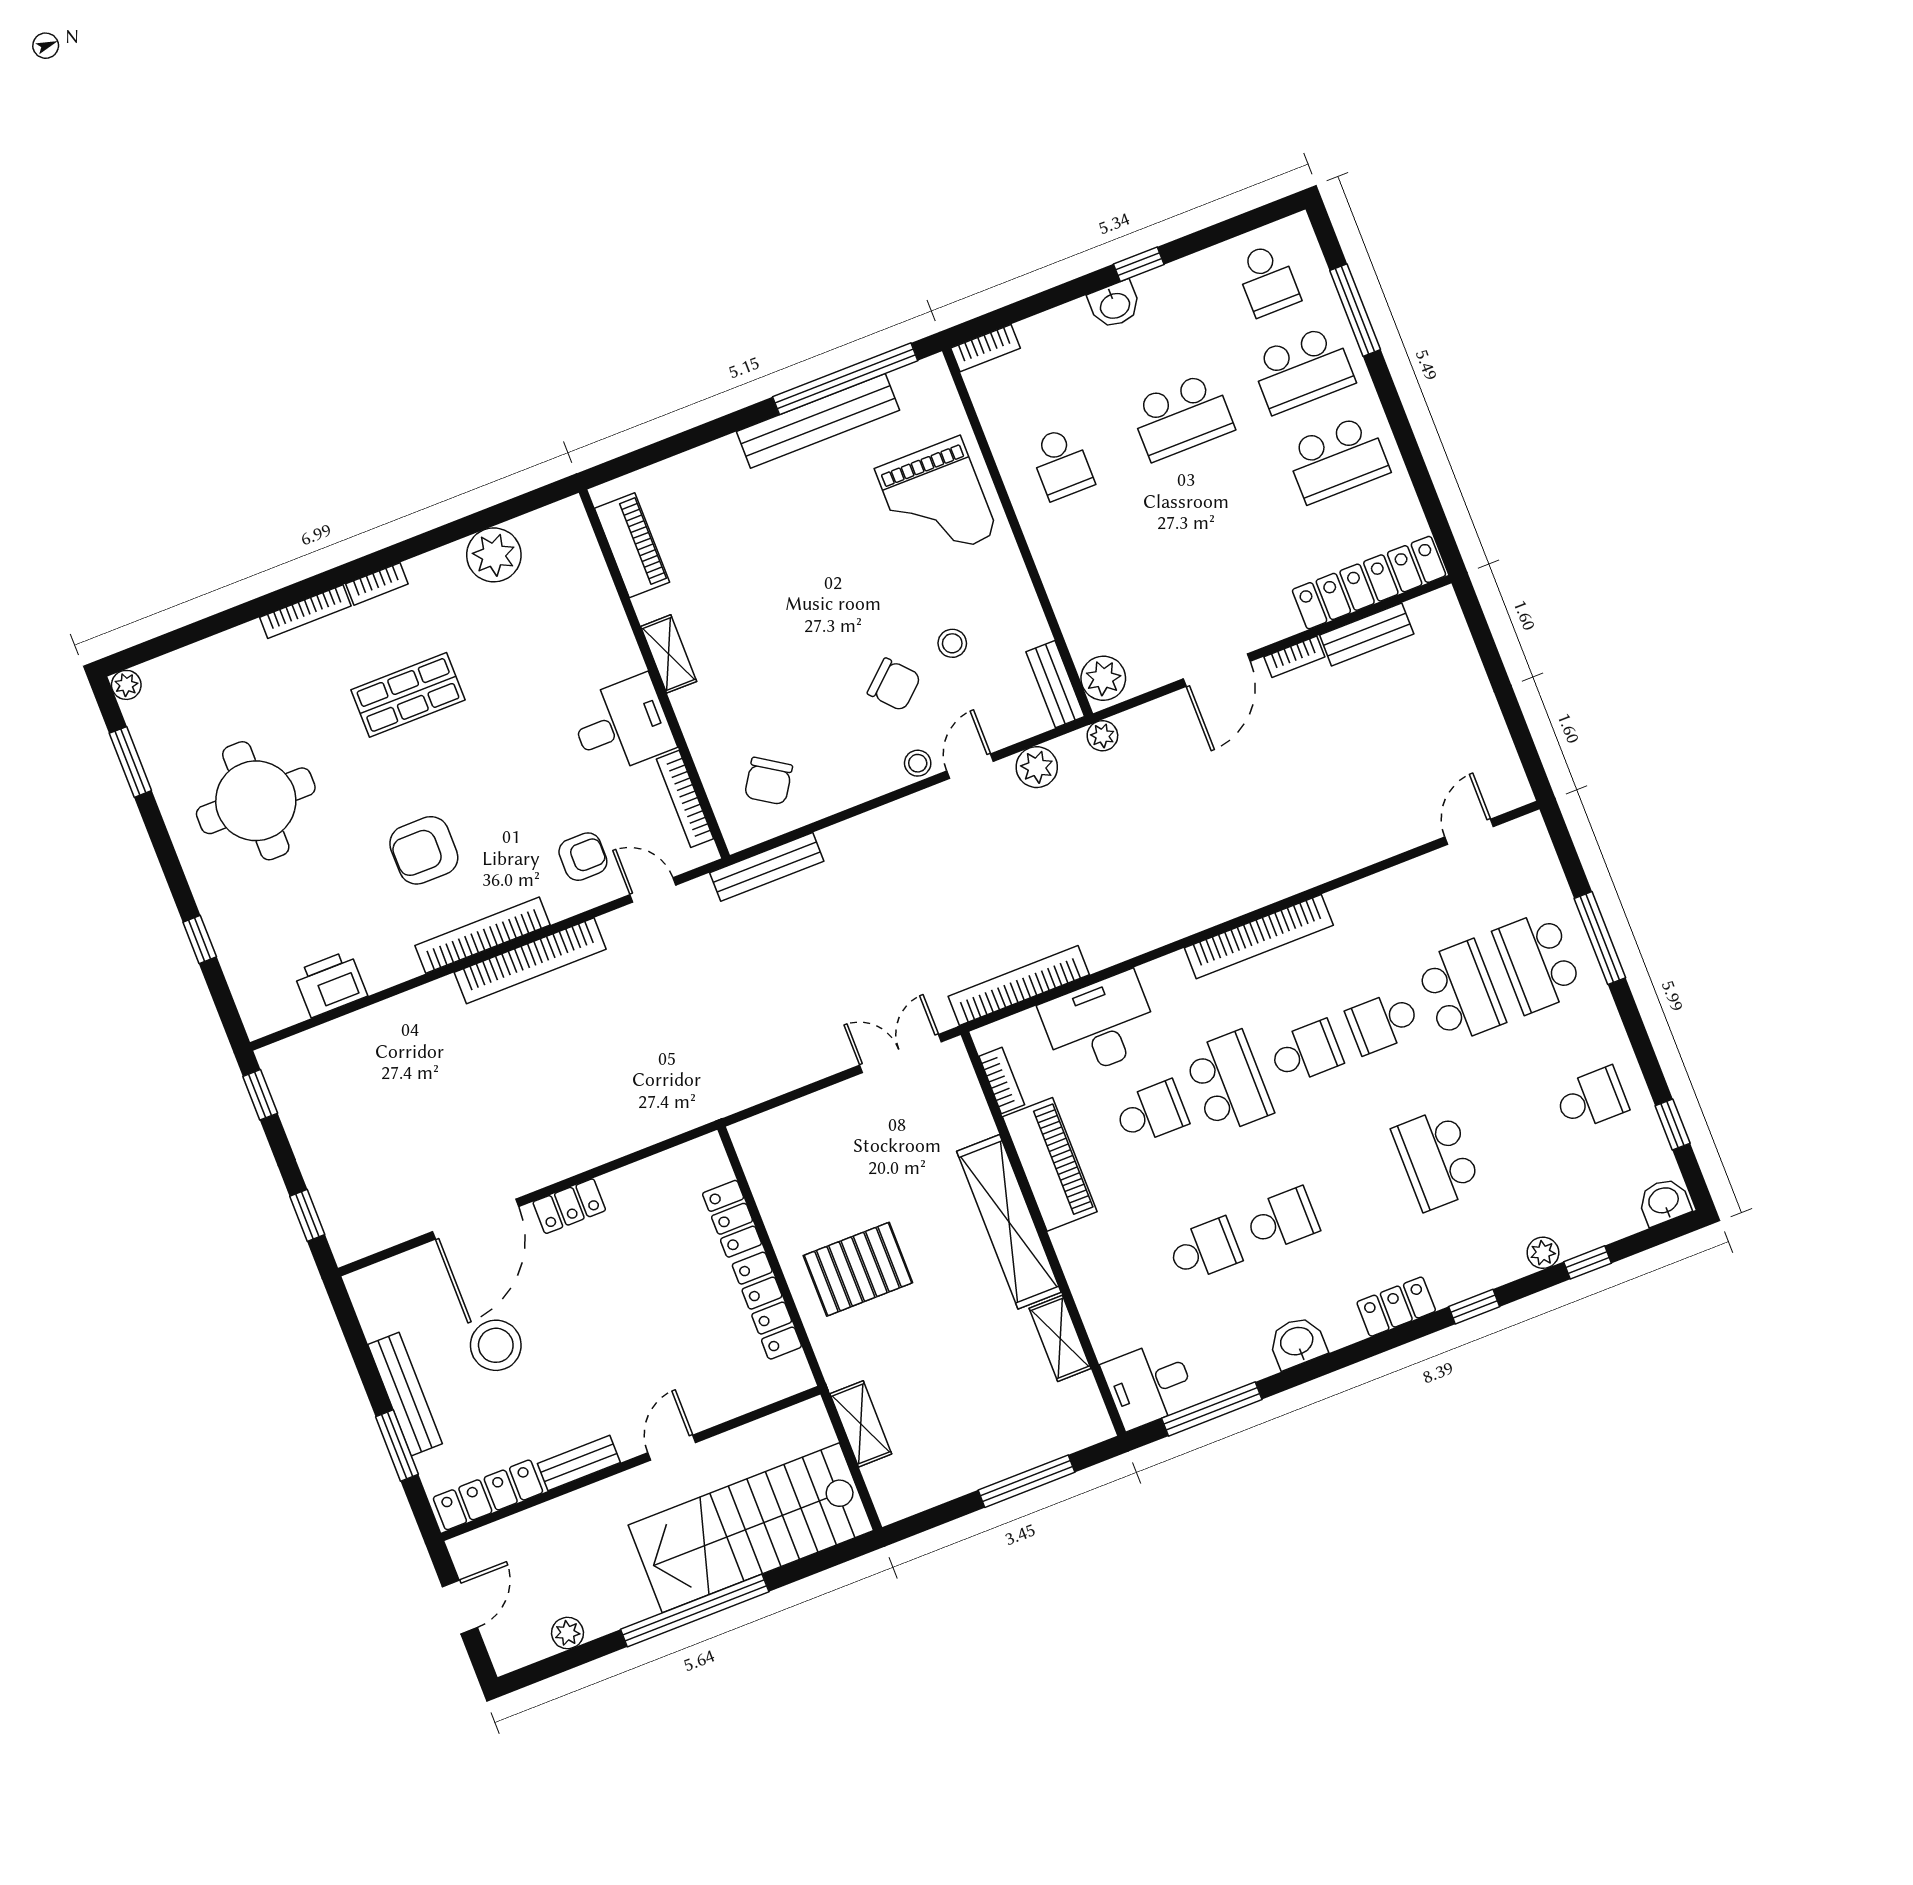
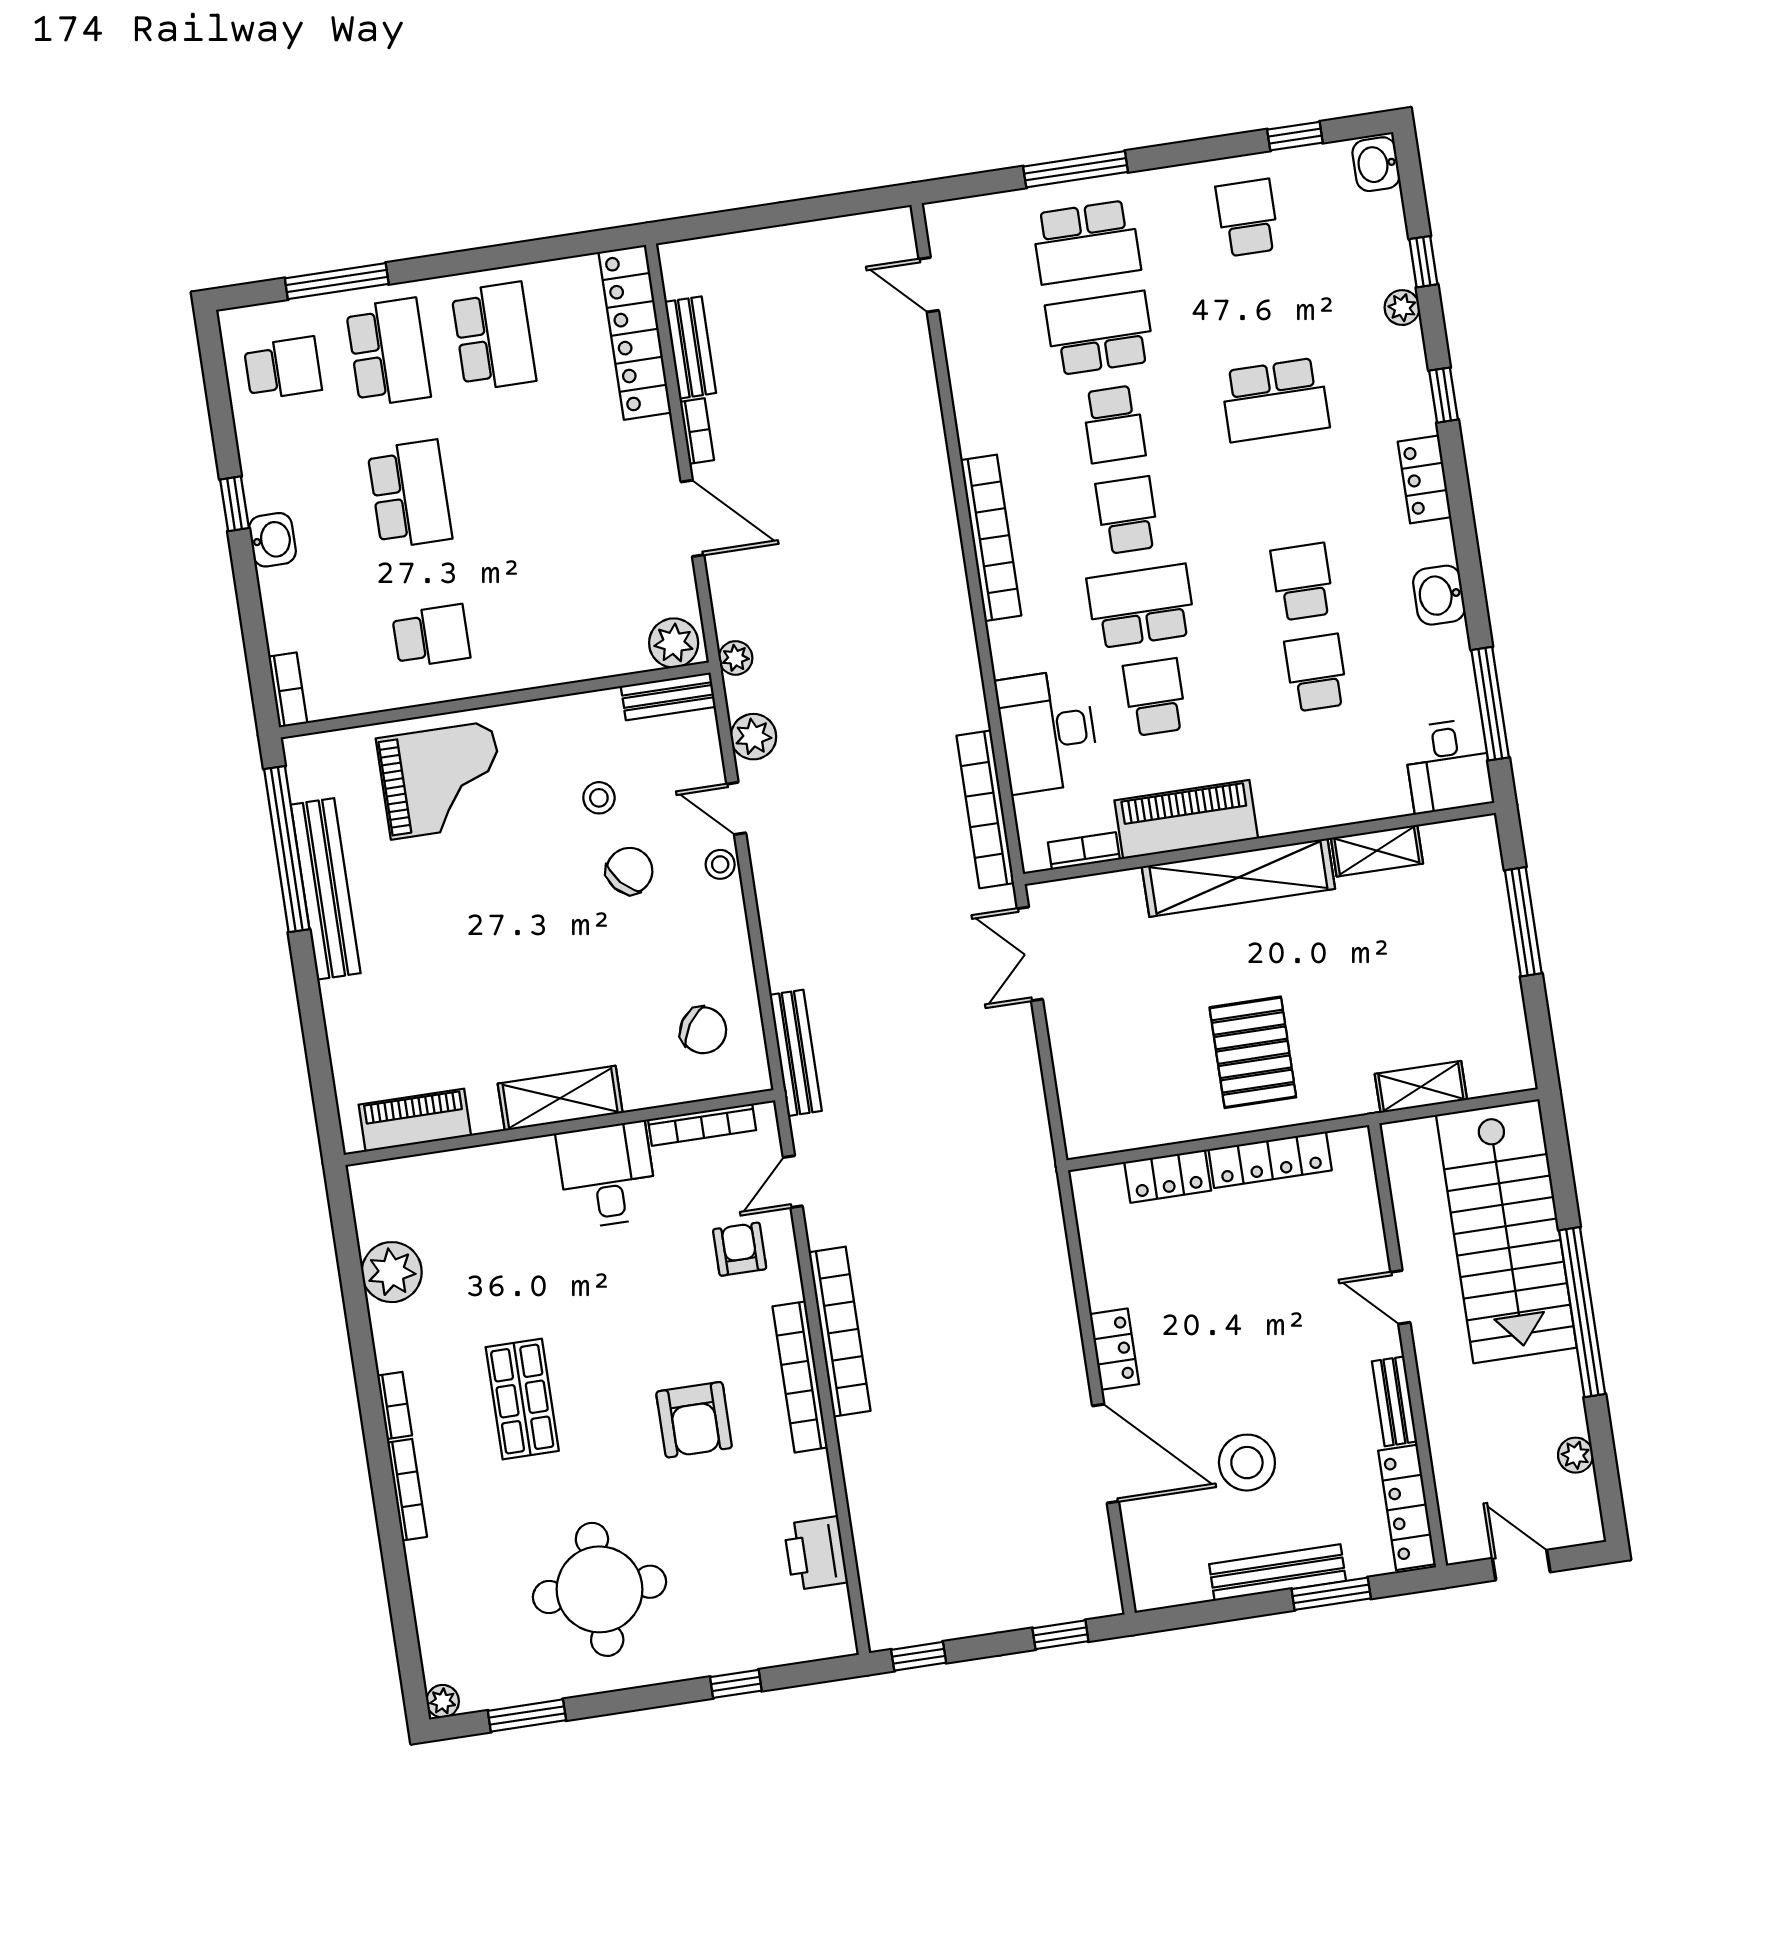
shelving: (669, 654) -> (560, 1098), width x1.50, depth x1.33

